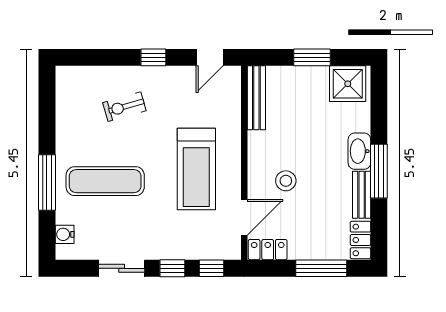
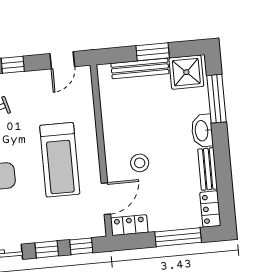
bench: (256, 98) -> (140, 68), moved, turned 90
window: (379, 171) -> (217, 99), moved

